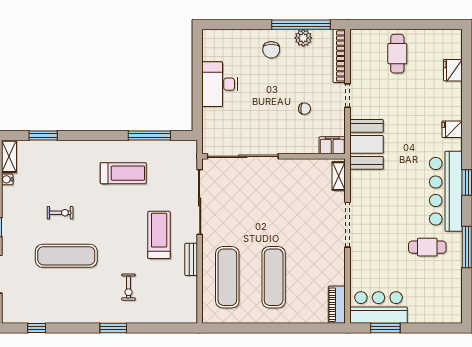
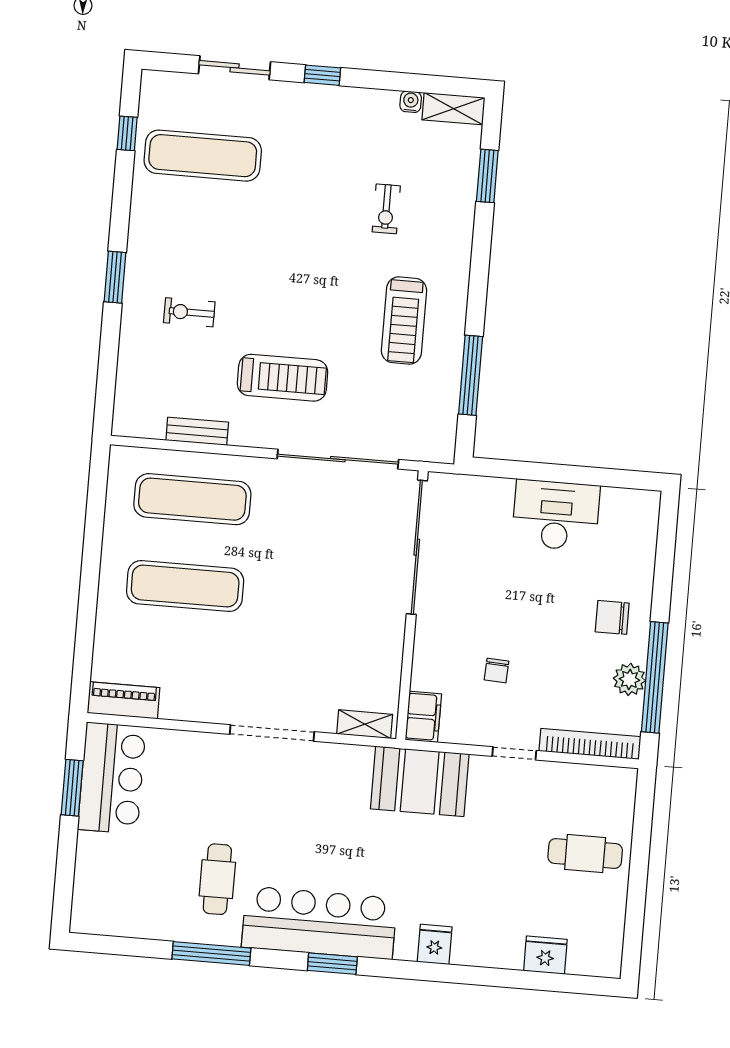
exercise bike: (60, 213) -> (386, 209), moved
exercise mat: (66, 256) -> (203, 156), moved, turned 90
bench: (191, 259) -> (197, 431), moved

